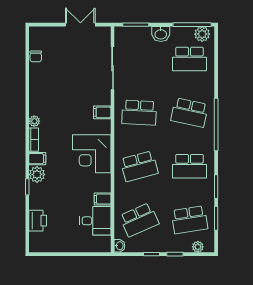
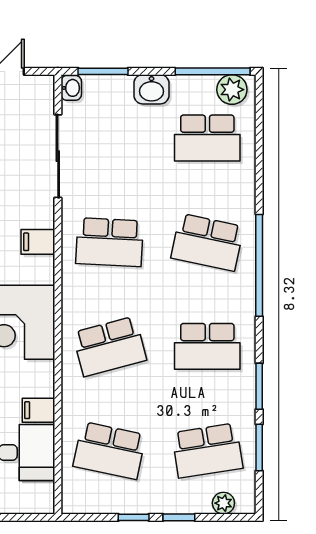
school desk: (139, 220) -> (109, 451), turned 36
washbasin: (119, 246) -> (71, 88), moved

